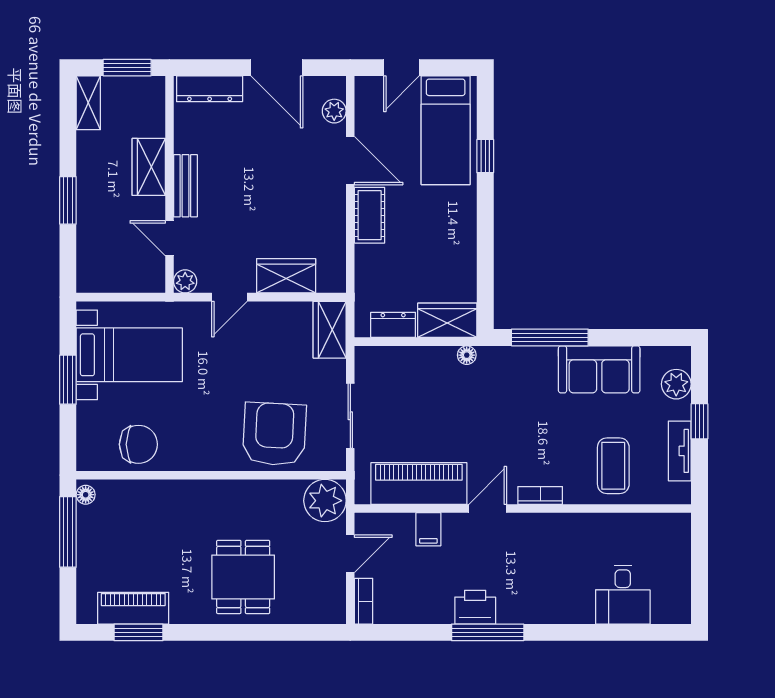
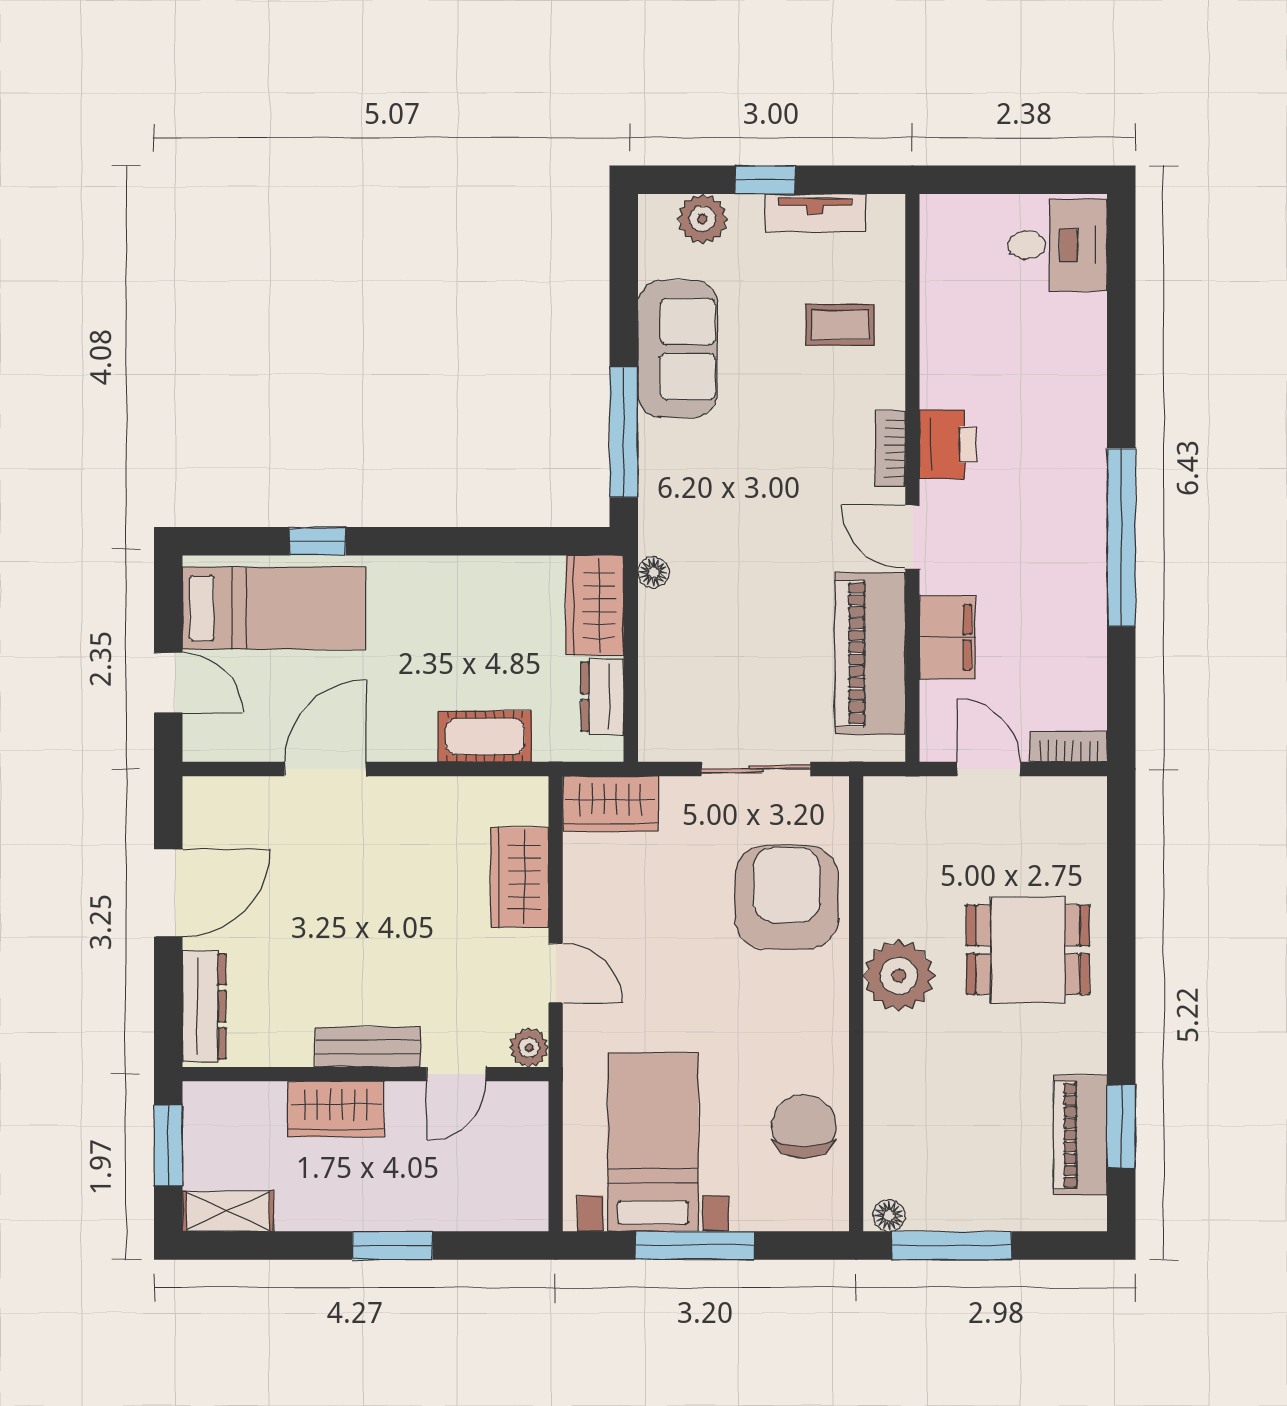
plant: (334, 111) -> (242, 796), removed
cot: (370, 215) -> (485, 736), moved
window: (68, 380) -> (695, 1246), width x1.44
armchair: (274, 434) -> (787, 897), turned 87
coffee table: (613, 466) -> (840, 325), width x0.73, depth x0.77
plant: (325, 501) -> (899, 976), moved
filing cabinet: (428, 529) -> (947, 637), width x2.00
desk: (623, 595) -> (1058, 245), moved
printer: (475, 607) -> (948, 444), moved, turned 180
window: (488, 632) -> (1121, 537), width x1.46

